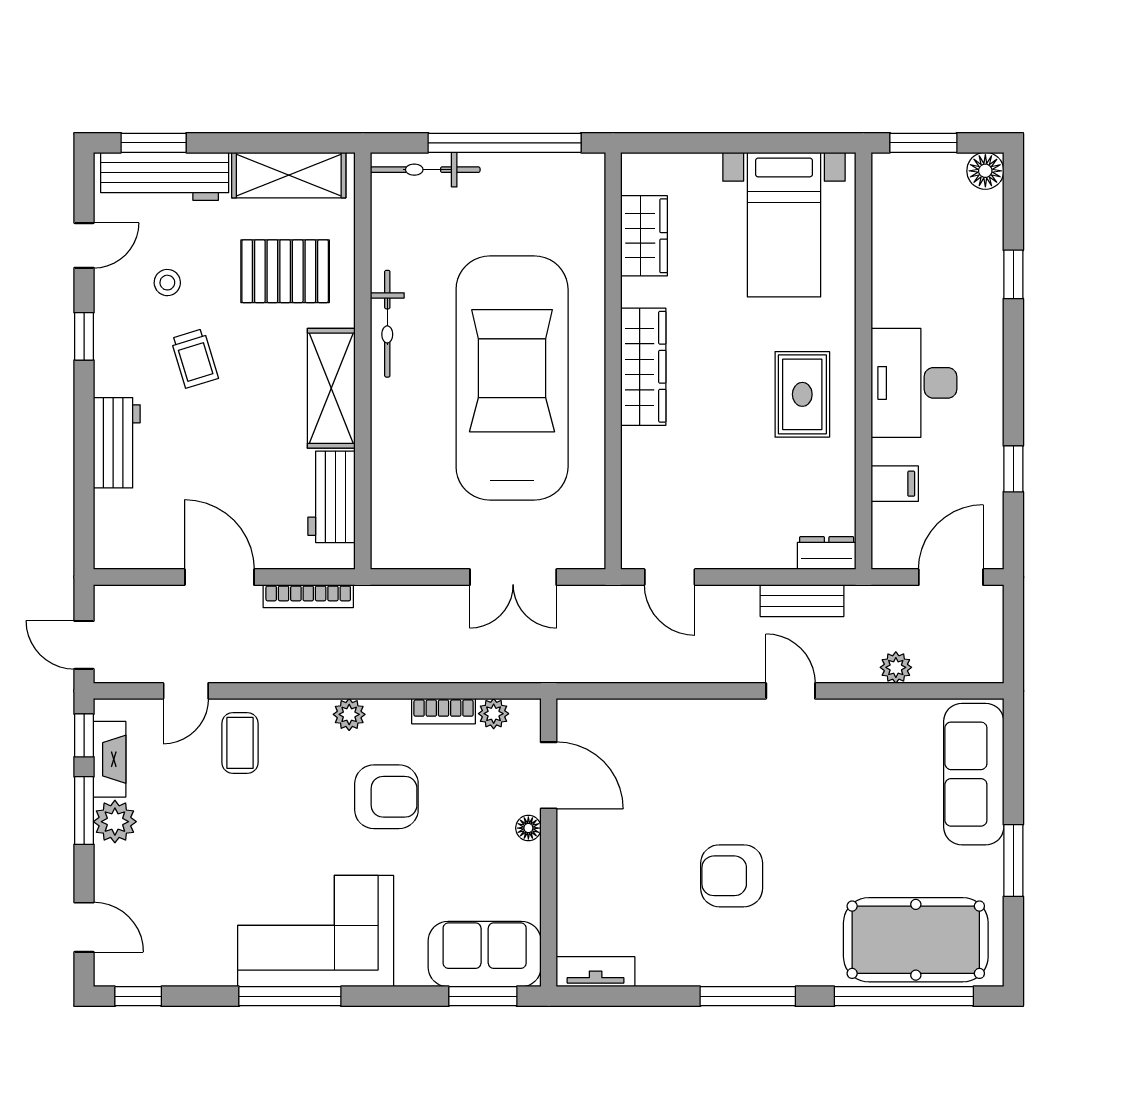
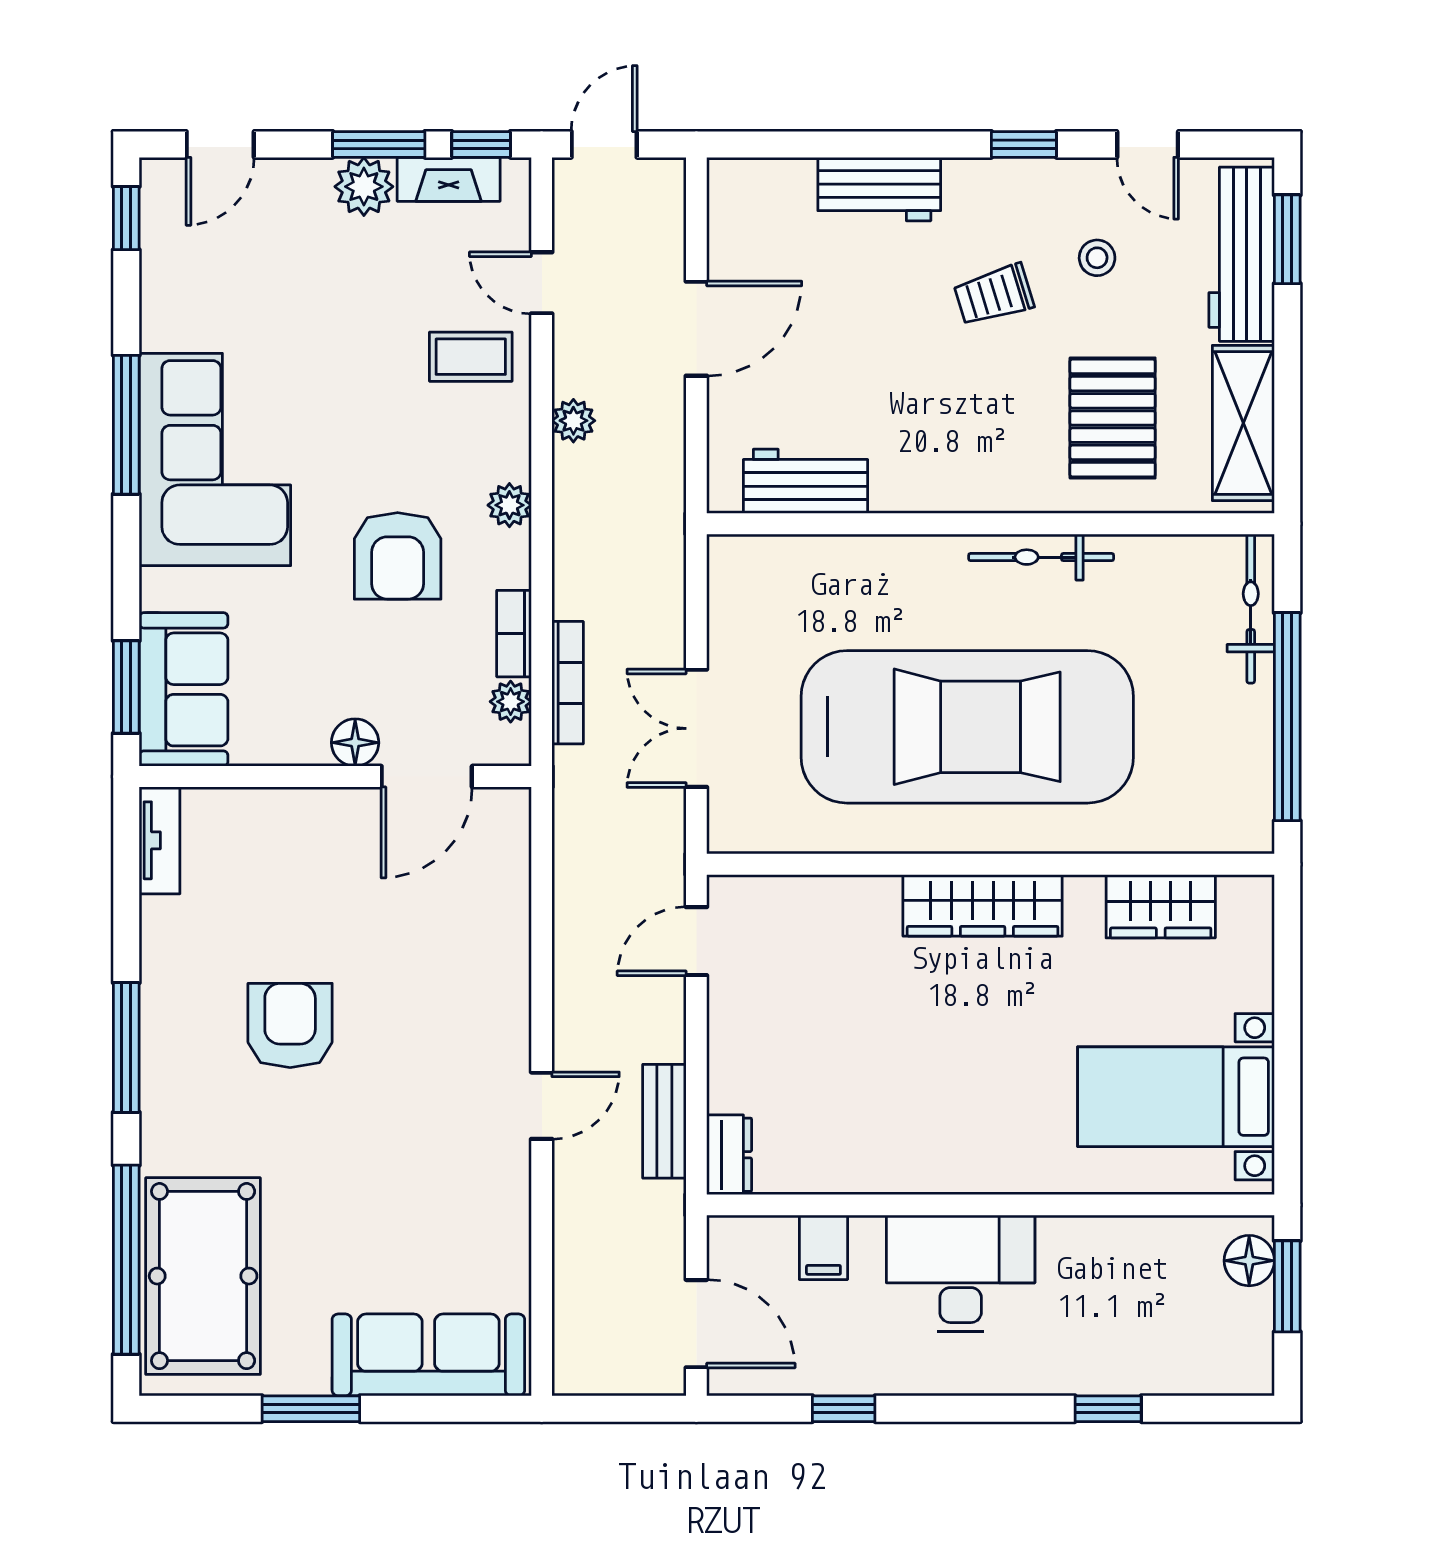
floor lamp: (985, 171) -> (1249, 1261), moved
shelving: (331, 388) -> (953, 481), removed
rug: (802, 394) -> (945, 1122), removed
bookcase: (308, 596) -> (568, 683), moved, turned 180
plant: (896, 667) -> (573, 421), moved
floor lamp: (528, 828) -> (355, 743), width x1.37, depth x1.37

